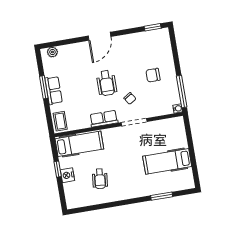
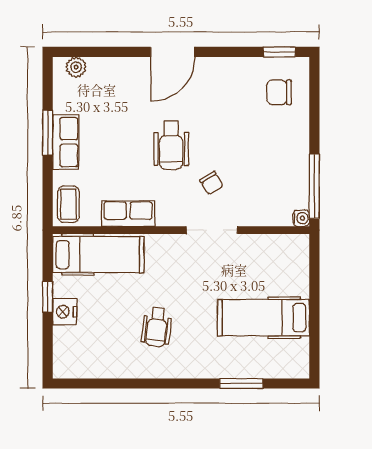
chair: (153, 75) -> (279, 92), moved
row of seats: (104, 119) -> (128, 214), moved
wheelchair: (100, 179) -> (157, 327), moved

